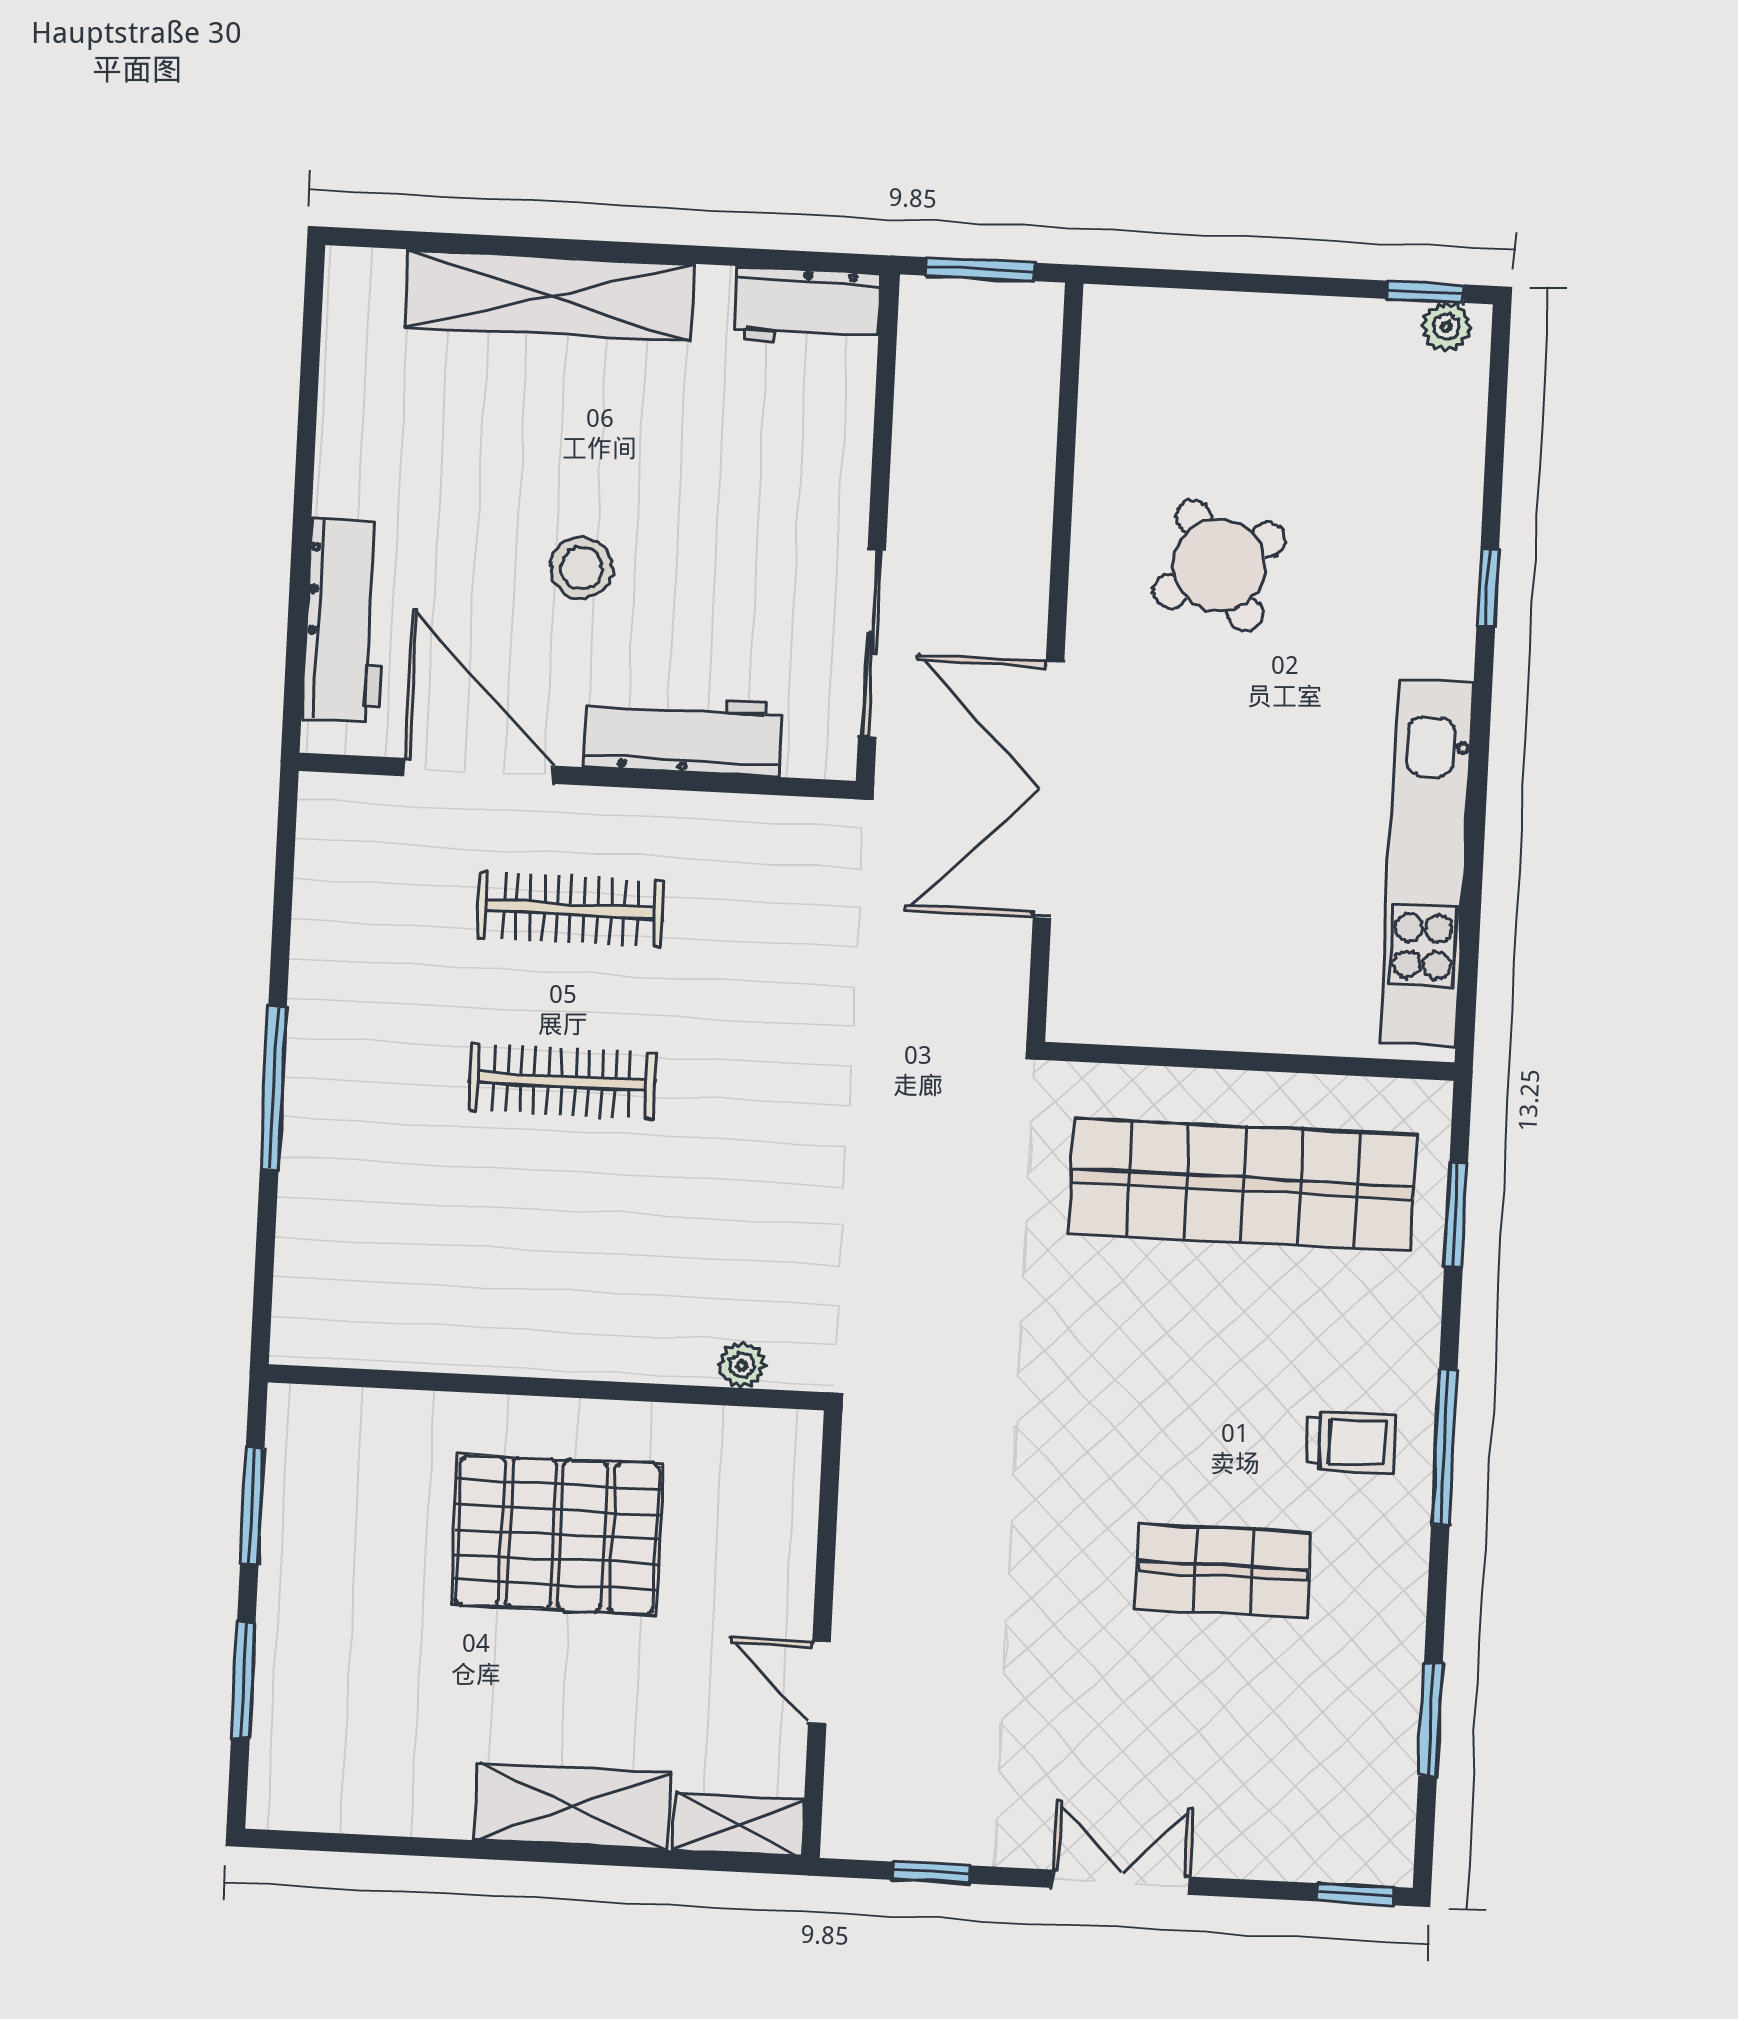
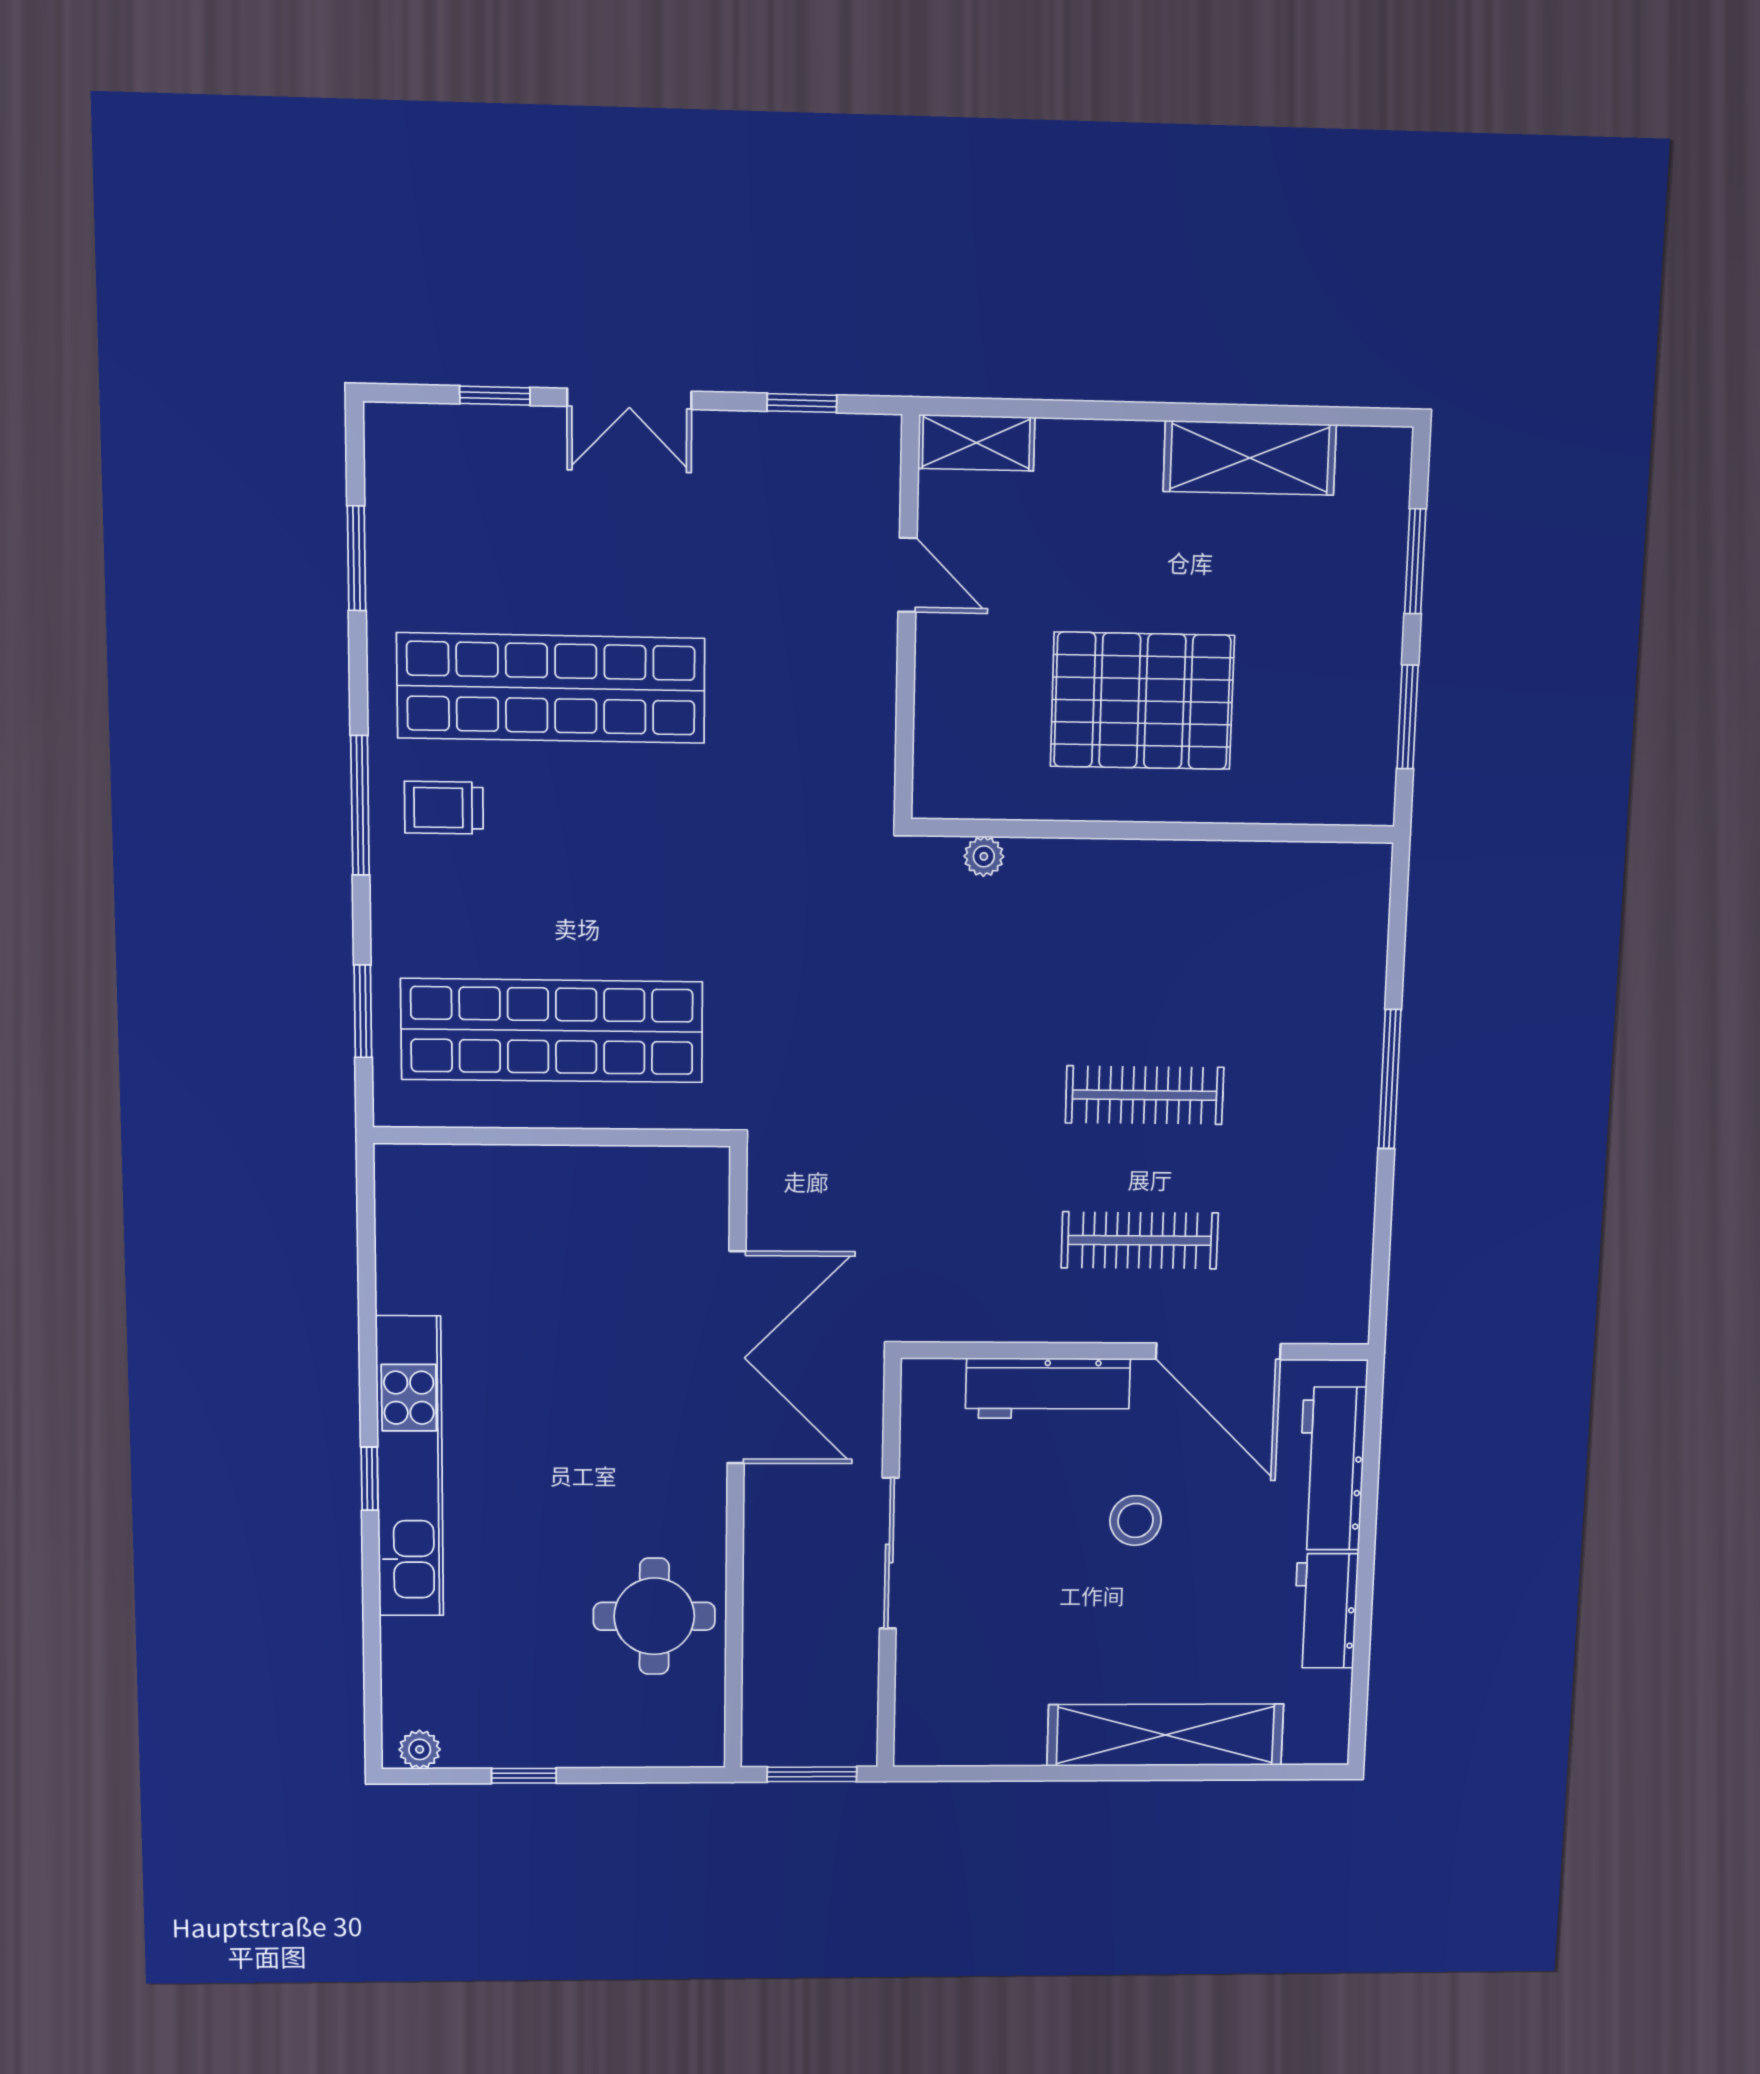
window: (1425, 292) -> (524, 1776), moved
workbench: (808, 307) -> (1326, 1611), moved, turned -90
round table: (1219, 565) -> (654, 1616), moved, turned 31
window: (1488, 587) -> (370, 1479), moved
sliding door: (872, 643) -> (889, 1553), moved
kitchen unit: (1427, 863) -> (410, 1467), moved
shop shelf: (1223, 1571) -> (551, 688), width x2.00, depth x1.36
shelving: (573, 1807) -> (1250, 458), moved
window: (1356, 1894) -> (495, 396), moved

